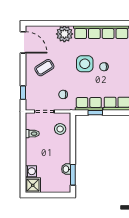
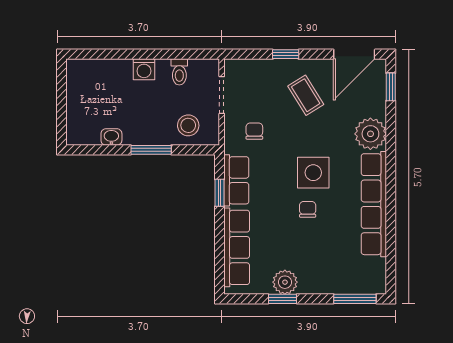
window: (40, 23) -> (391, 87), added
window: (23, 93) -> (286, 54), moved
washing machine: (31, 171) -> (144, 69), moved
window: (73, 175) -> (151, 150), moved
shower: (33, 185) -> (80, 73), removed

